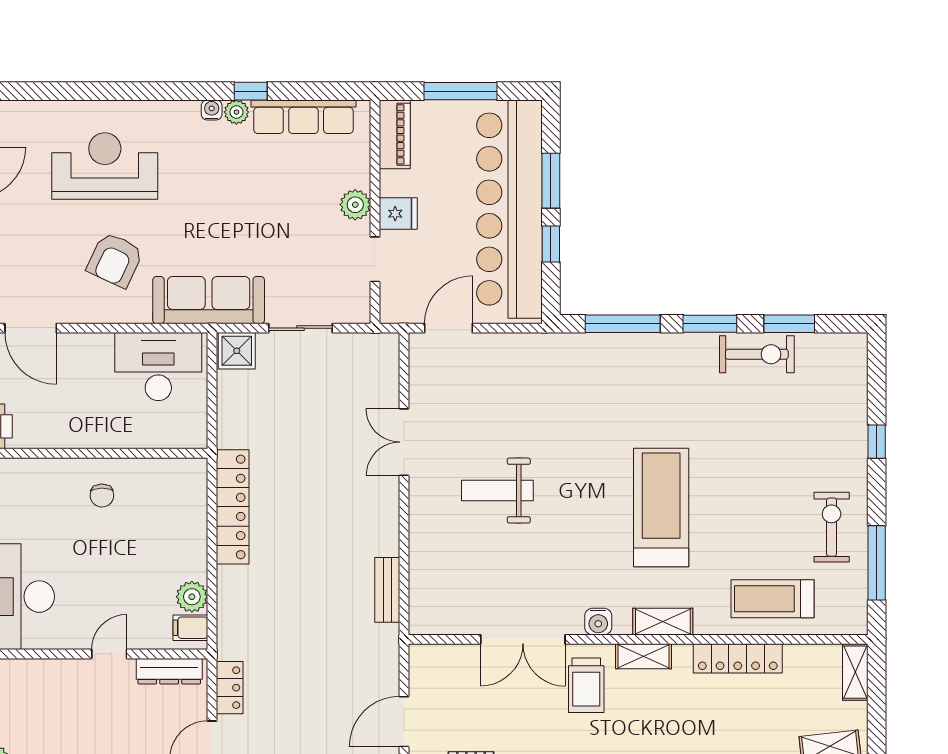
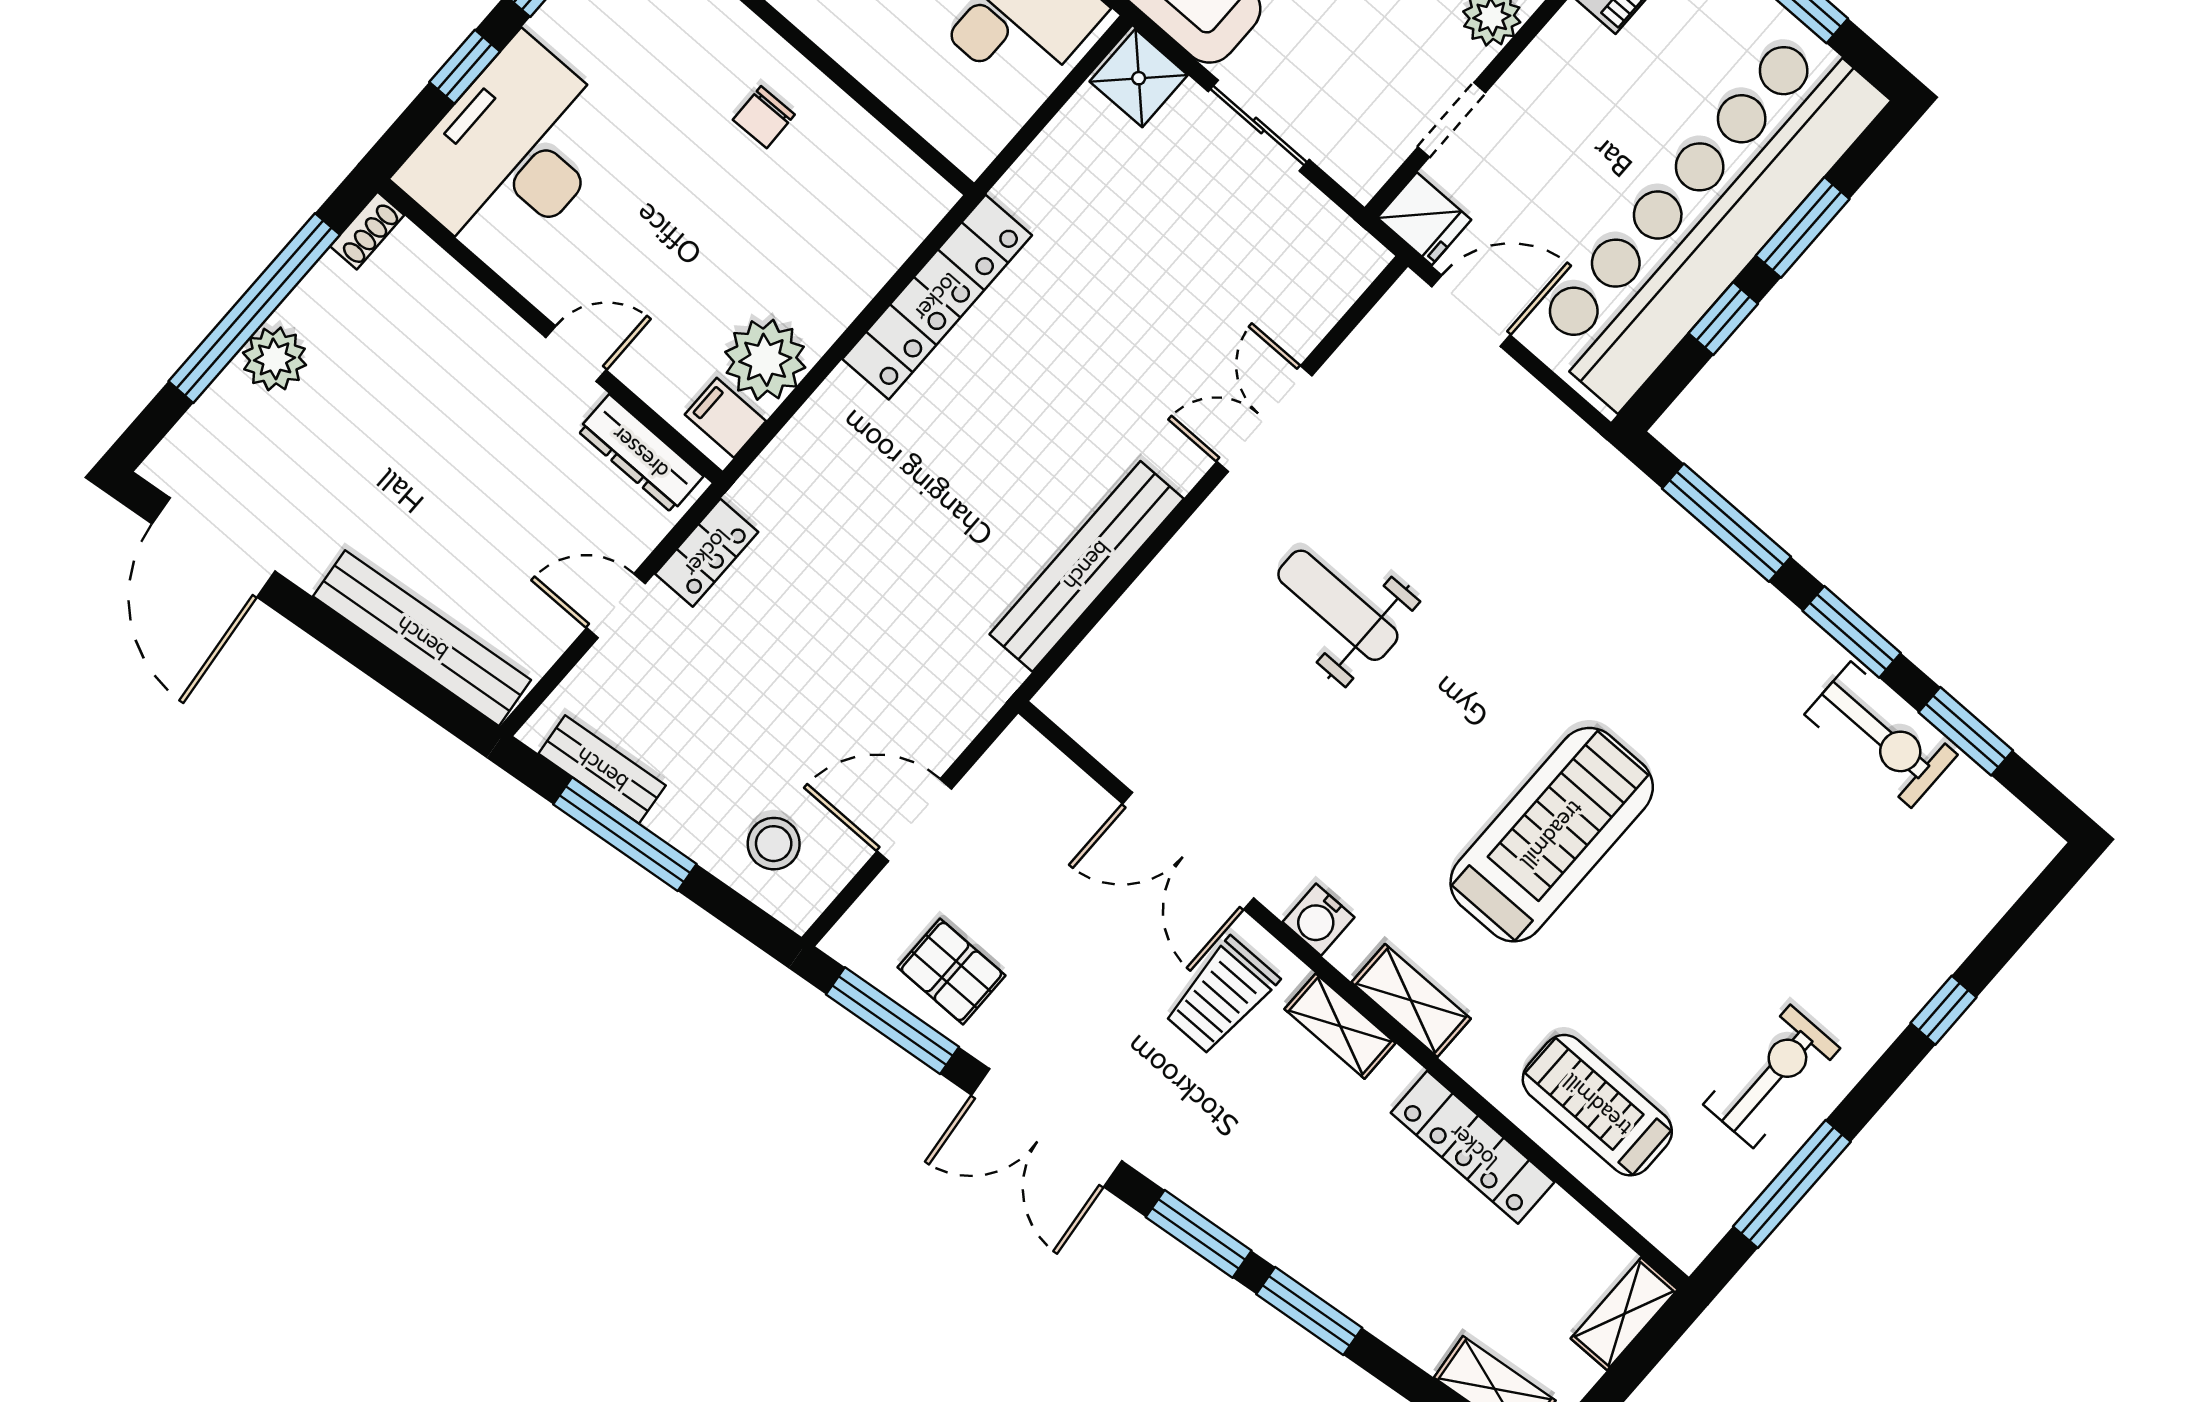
fridge: (398, 214) -> (1424, 219), moved
bench: (387, 590) -> (1087, 566), width x1.86, depth x1.21
plant: (192, 597) -> (765, 360), width x1.36, depth x1.36

